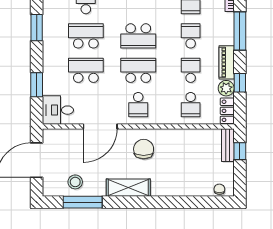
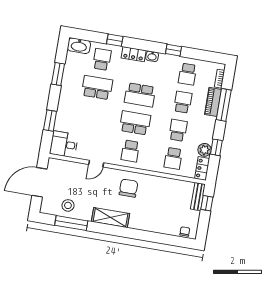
piano: (227, 62) -> (213, 102), moved
school desk: (86, 70) -> (92, 116), removed
door: (100, 127) -> (96, 164), width x0.53

